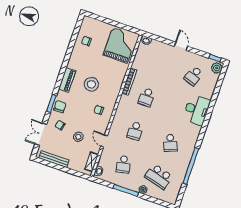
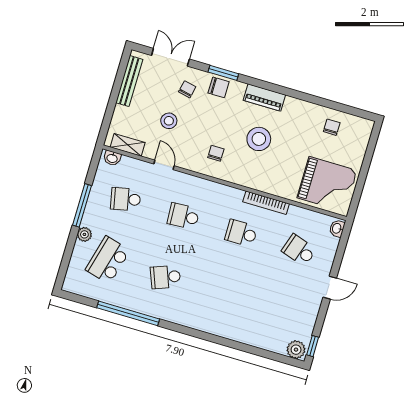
school desk: (193, 76) -> (299, 250), moved
desk: (197, 110) -> (223, 319), removed
door: (104, 141) -> (164, 165), hinge flipped

